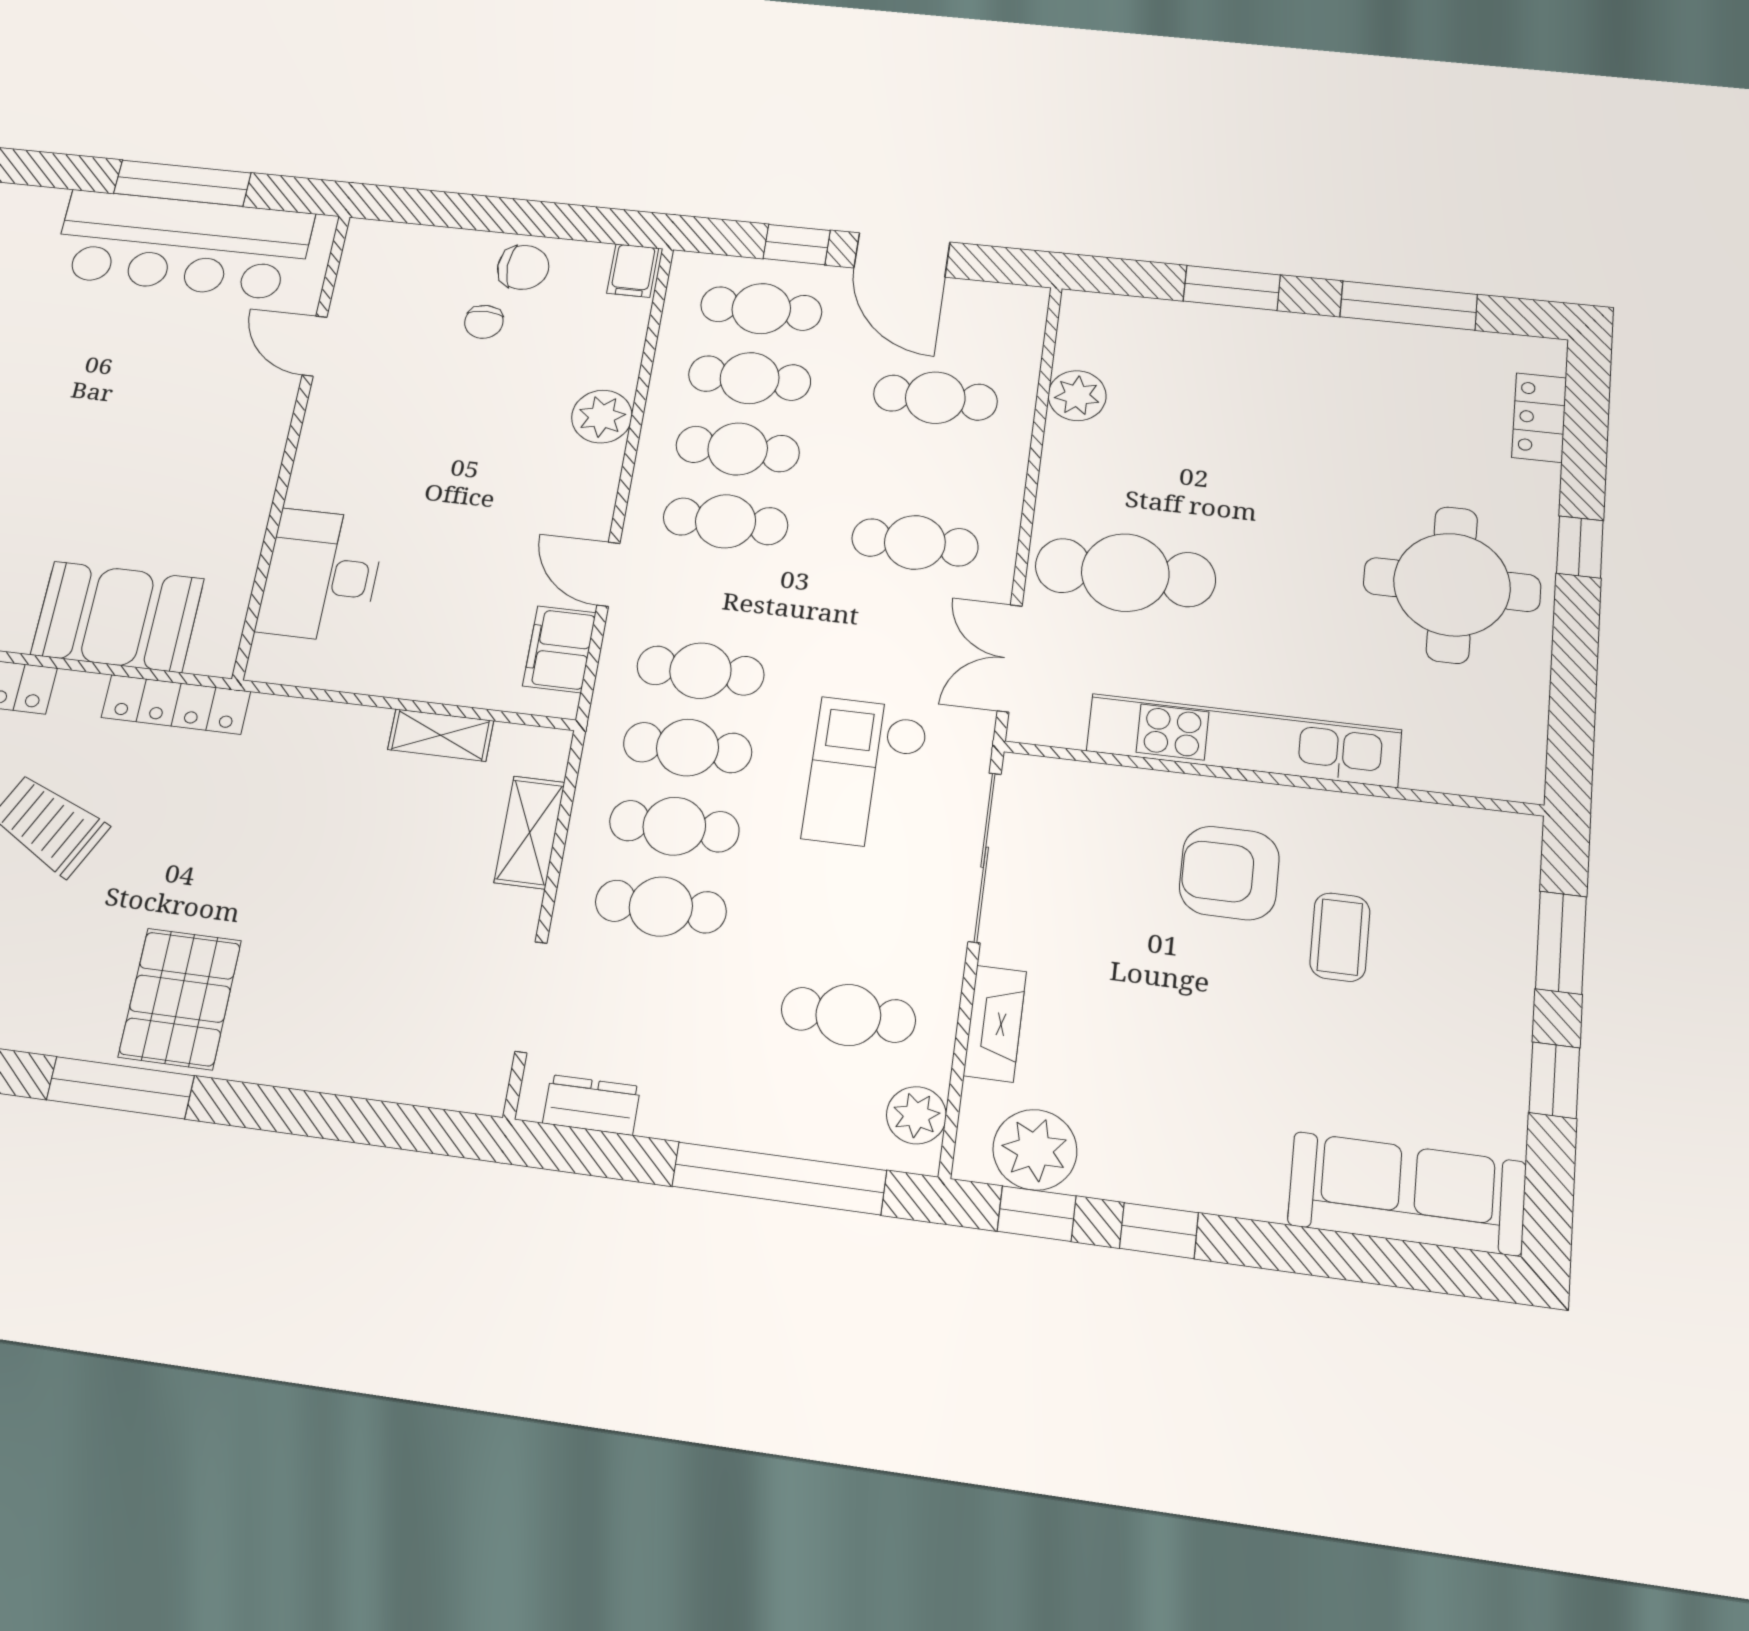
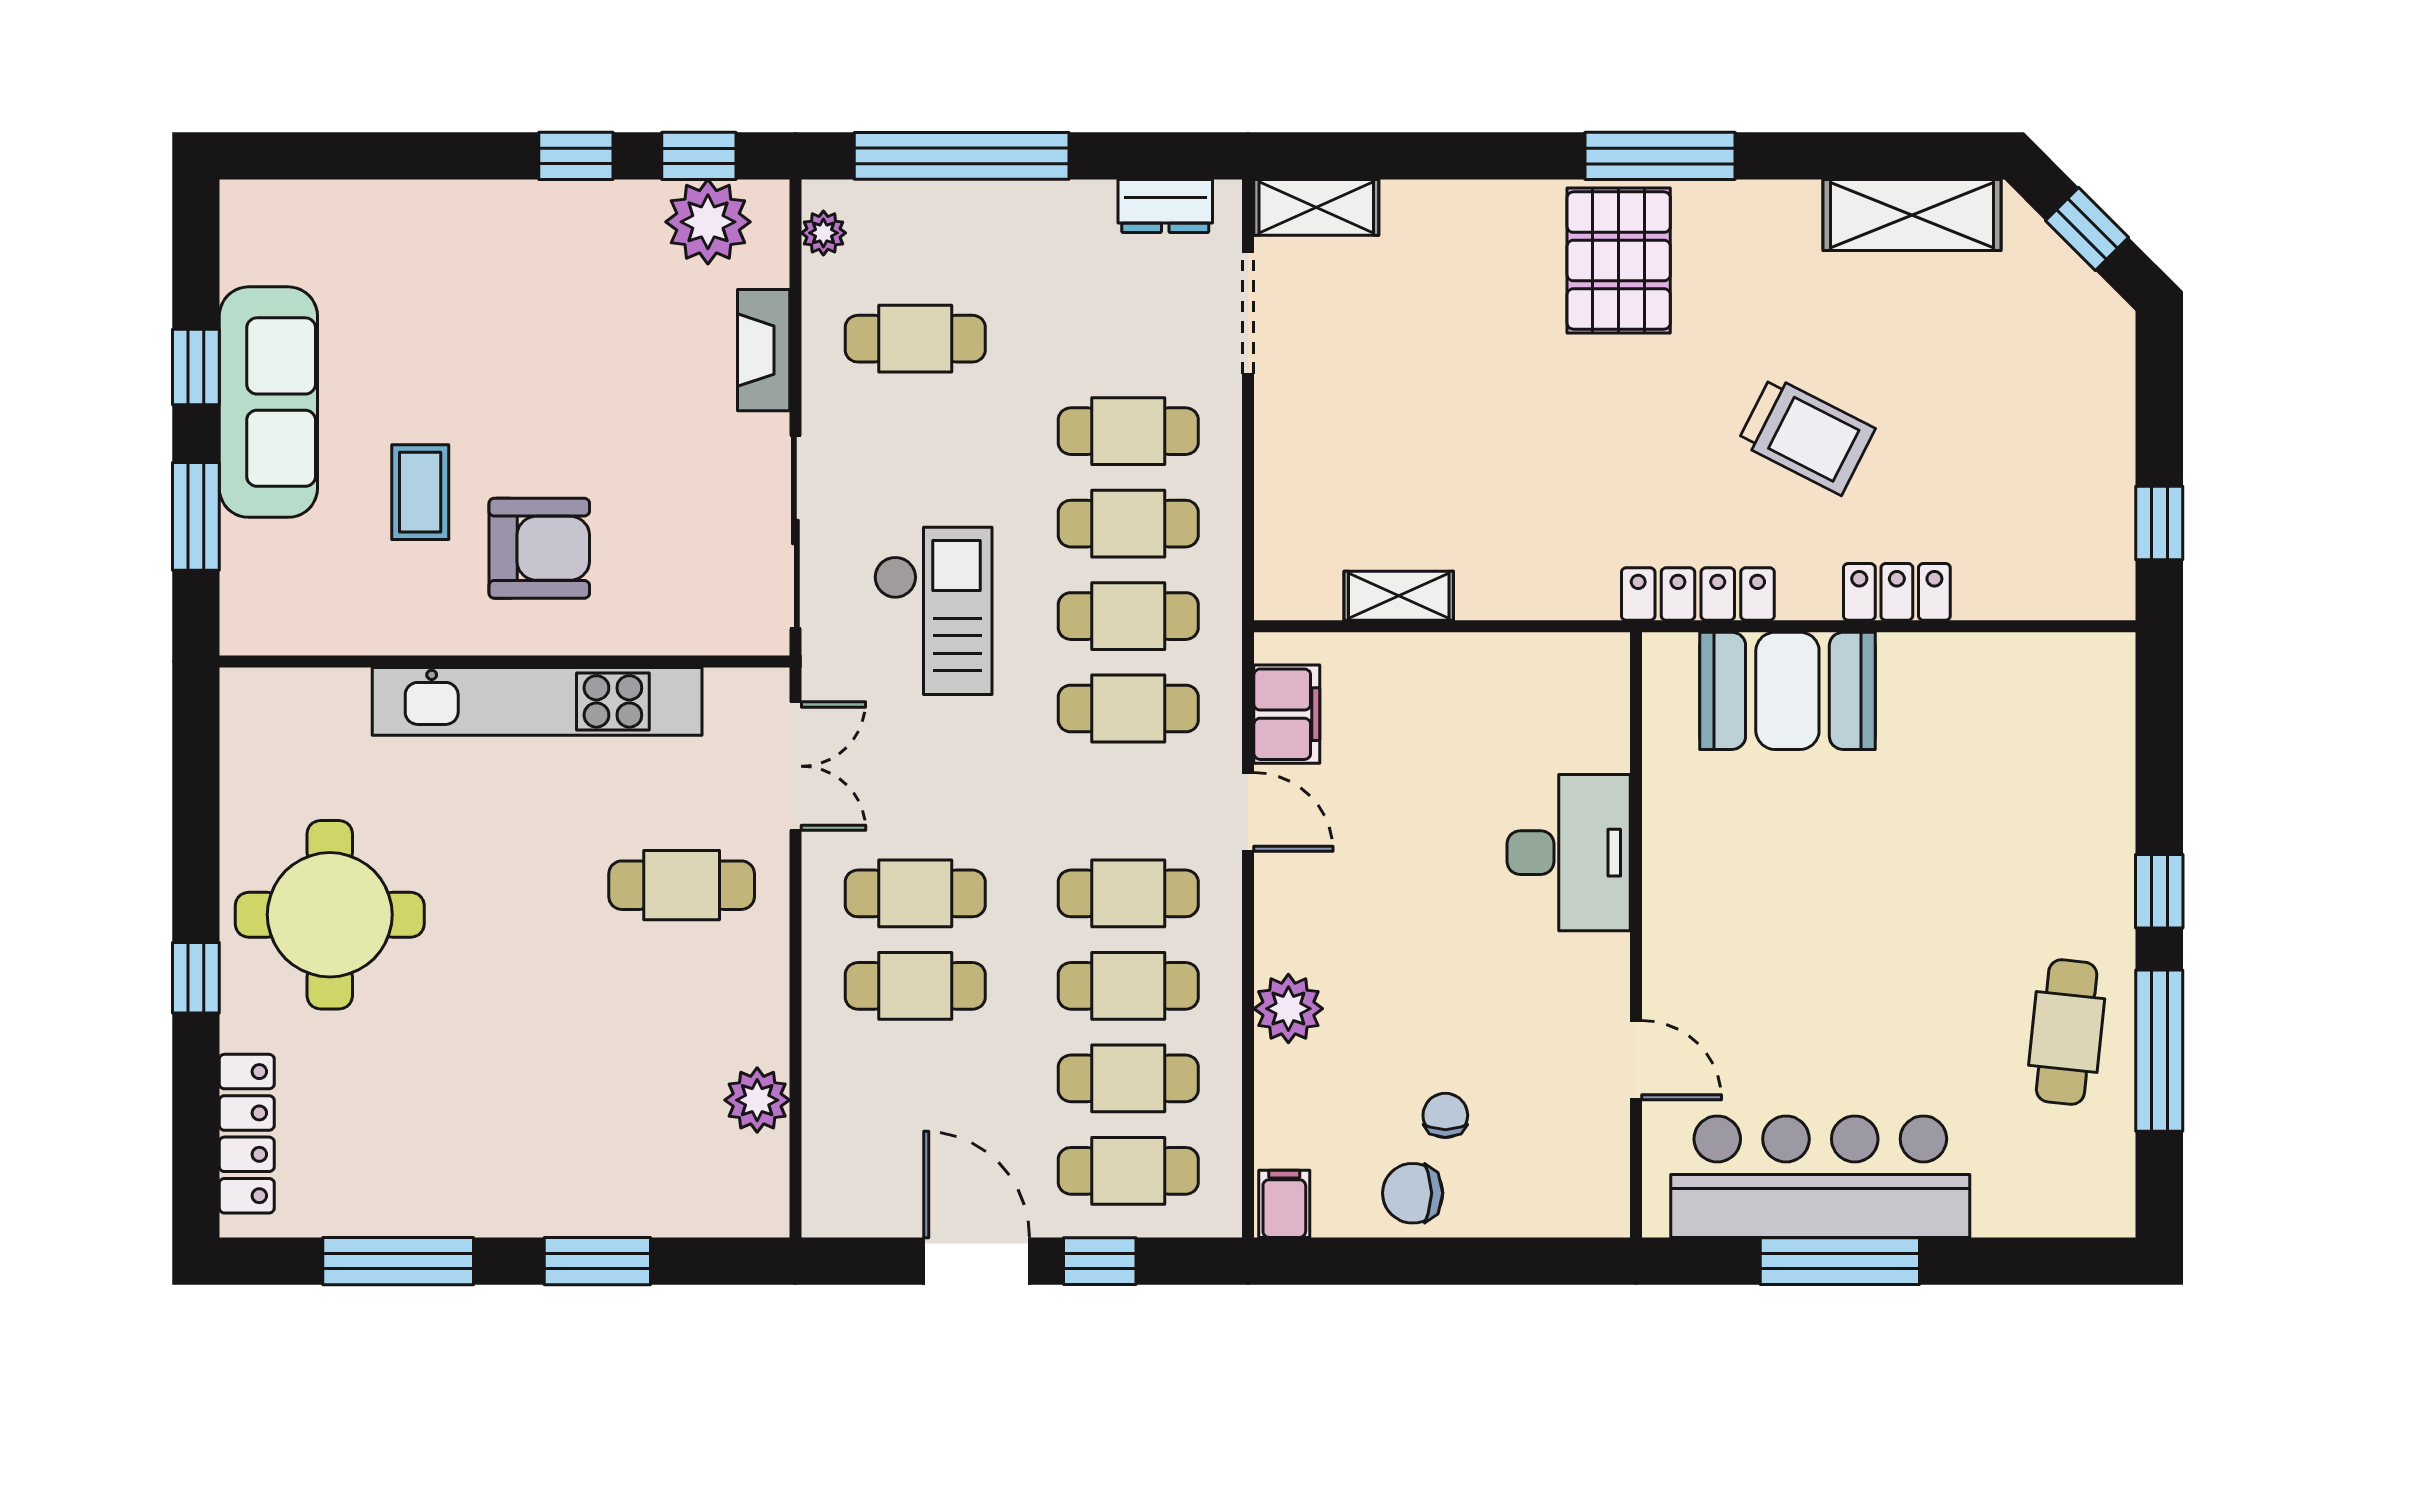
cafe table: (935, 398) -> (915, 986), moved
locker: (1539, 418) -> (247, 1134), width x1.53
cafe table: (1125, 573) -> (682, 885), width x0.73, depth x0.74
desk: (321, 575) -> (1569, 853), moved
shelving: (530, 832) -> (1316, 207), moved, turned 90
plant: (916, 1115) -> (823, 233), width x0.73, depth x0.73
sofa: (1407, 1193) -> (268, 402), moved, turned -90

